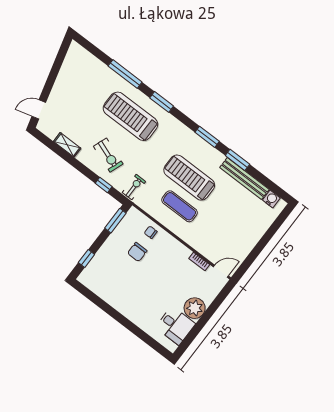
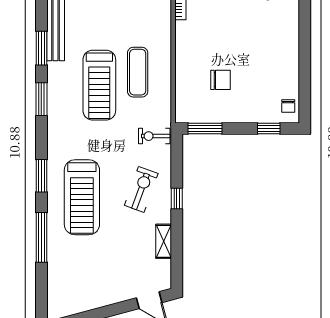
window: (104, 185) -> (177, 198), moved
chair: (151, 232) -> (288, 106), moved

